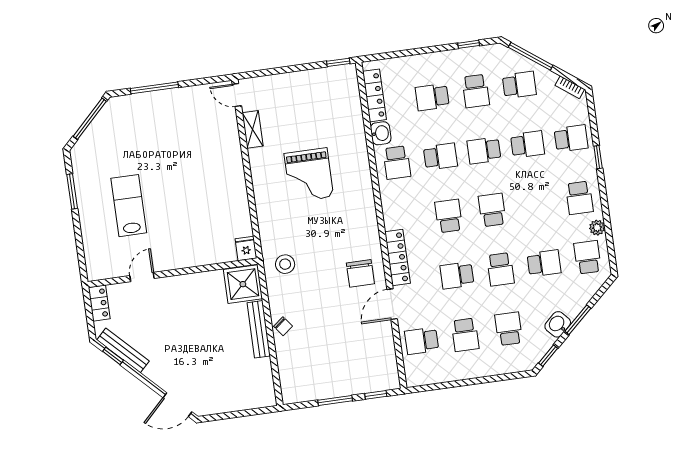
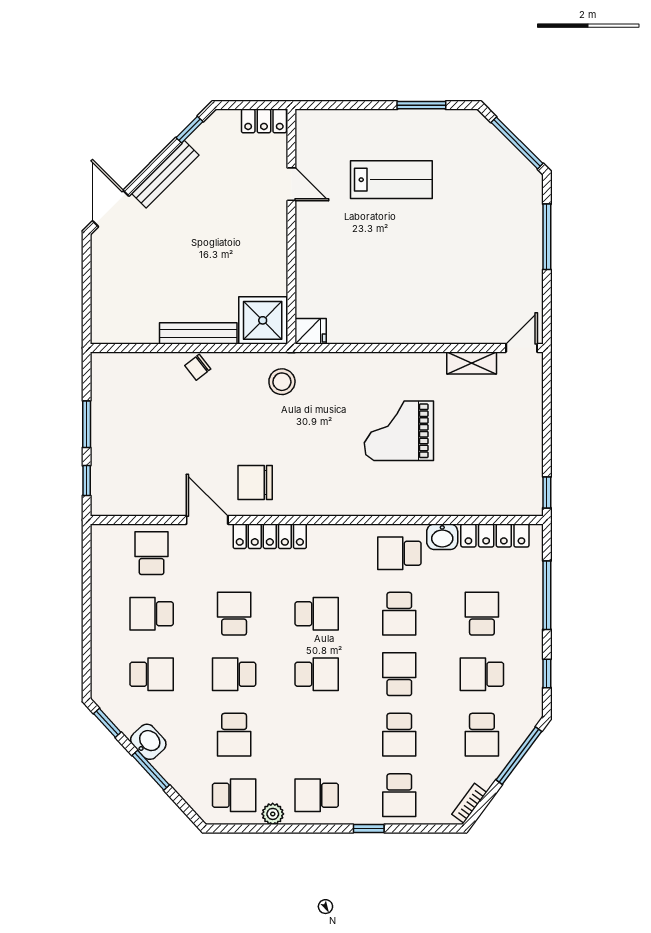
window: (412, 52) -> (547, 595), added
bench: (123, 350) -> (165, 174), moved

